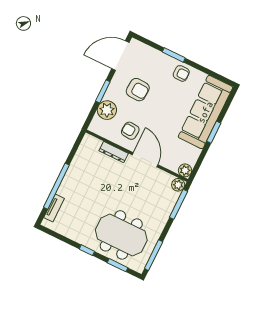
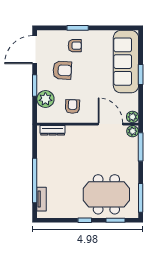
armchair: (181, 73) -> (75, 46), moved
armchair: (130, 131) -> (72, 106), turned 87
dresser: (114, 152) -> (53, 130), moved
door: (145, 160) -> (110, 124), moved

